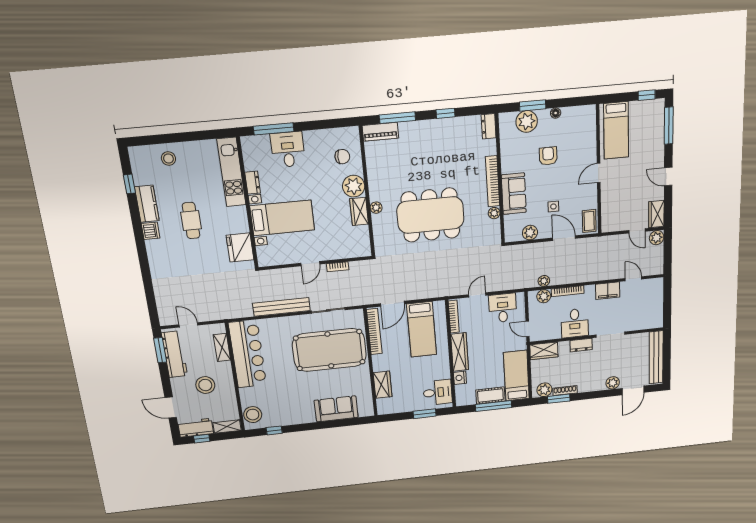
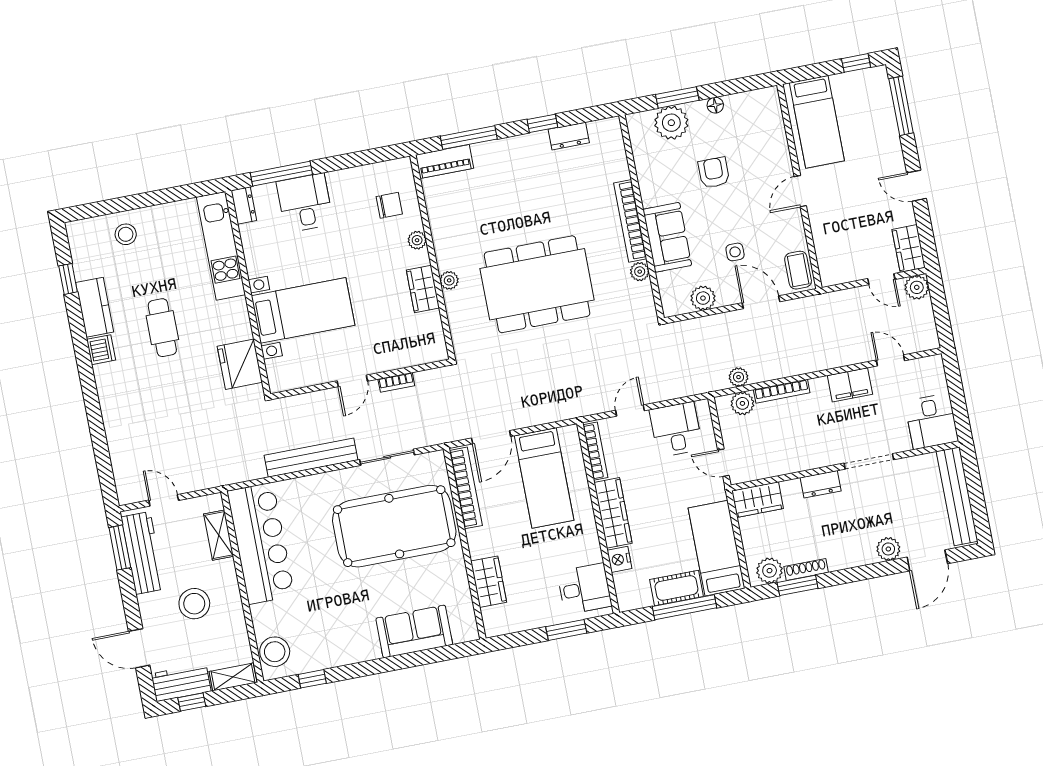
dresser: (489, 126) -> (569, 136), moved, turned -90
dresser: (253, 183) -> (244, 205), moved
plant: (354, 186) -> (417, 240), width x0.53, depth x0.53
desk: (575, 323) -> (931, 421), moved

